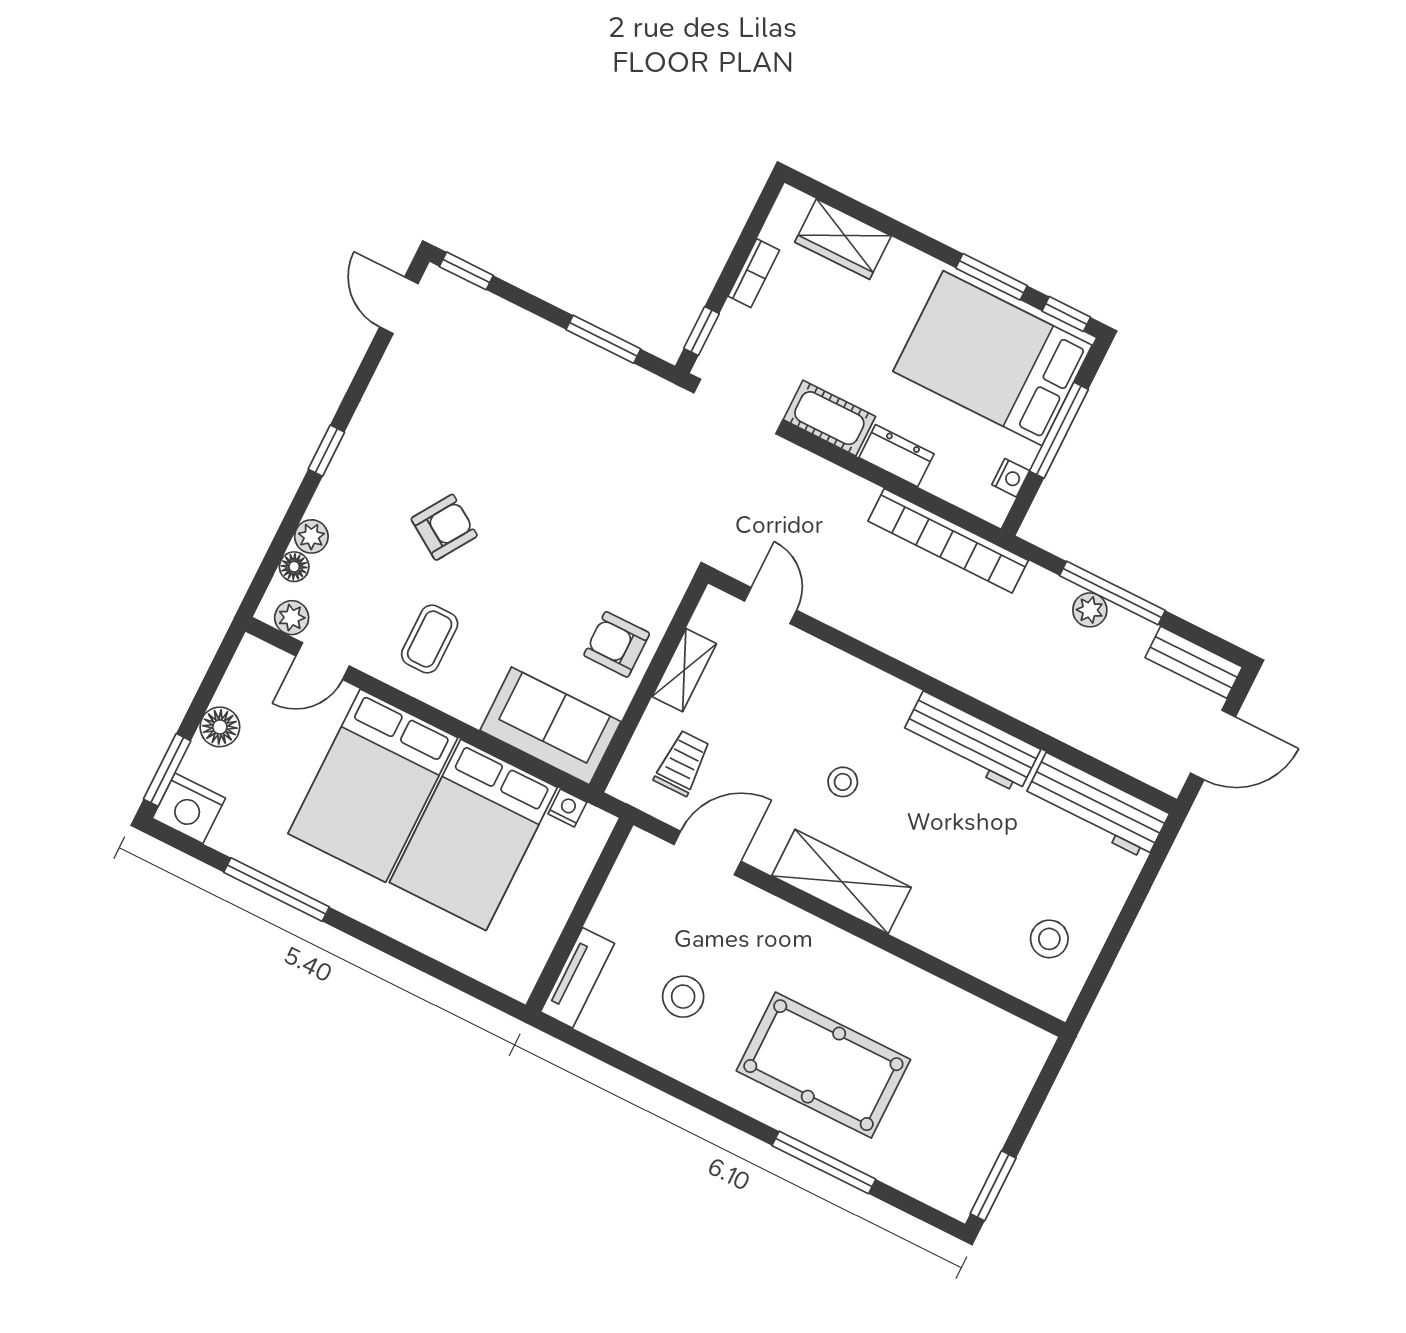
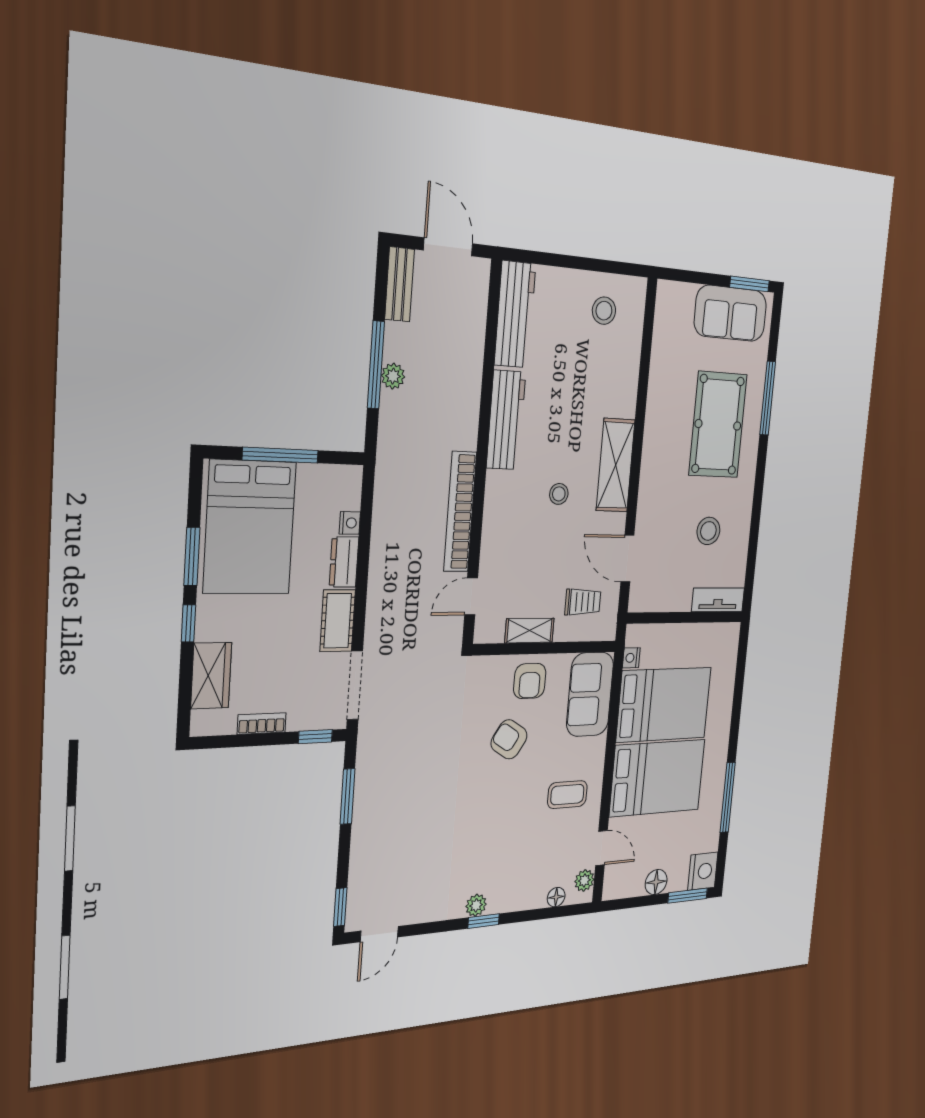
window: (1066, 314) -> (188, 623), moved
nightstand: (1011, 478) -> (350, 523), moved, turned 90
armchair: (444, 527) -> (509, 739), moved
plant: (311, 536) -> (476, 905), moved
bookcase: (948, 541) -> (460, 512), moved, turned 180
trolley: (682, 763) -> (583, 602), turned 180
sofa: (966, 1140) -> (731, 313), added

